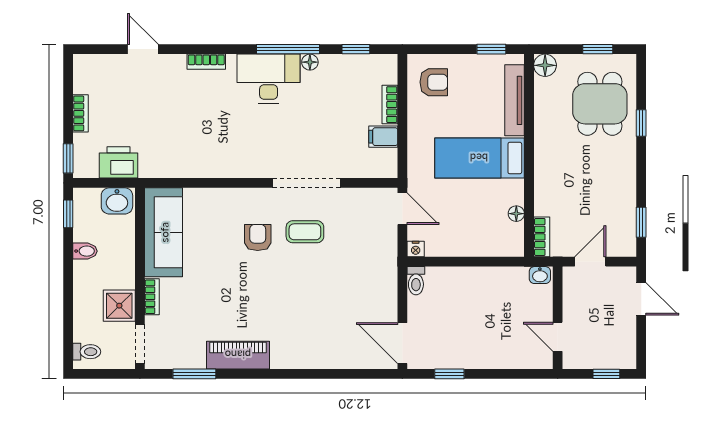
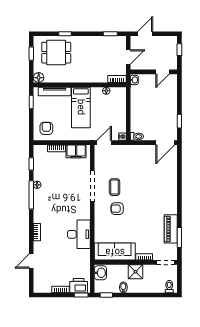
desk: (269, 79) -> (79, 234), moved, turned 180
filing cabinet: (383, 137) -> (76, 151), width x2.00
printer: (118, 162) -> (79, 286), moved, turned 90
door: (590, 262) -> (128, 57), swing flipped
shower: (119, 306) -> (135, 272), moved
piano: (238, 355) -> (171, 229), moved

